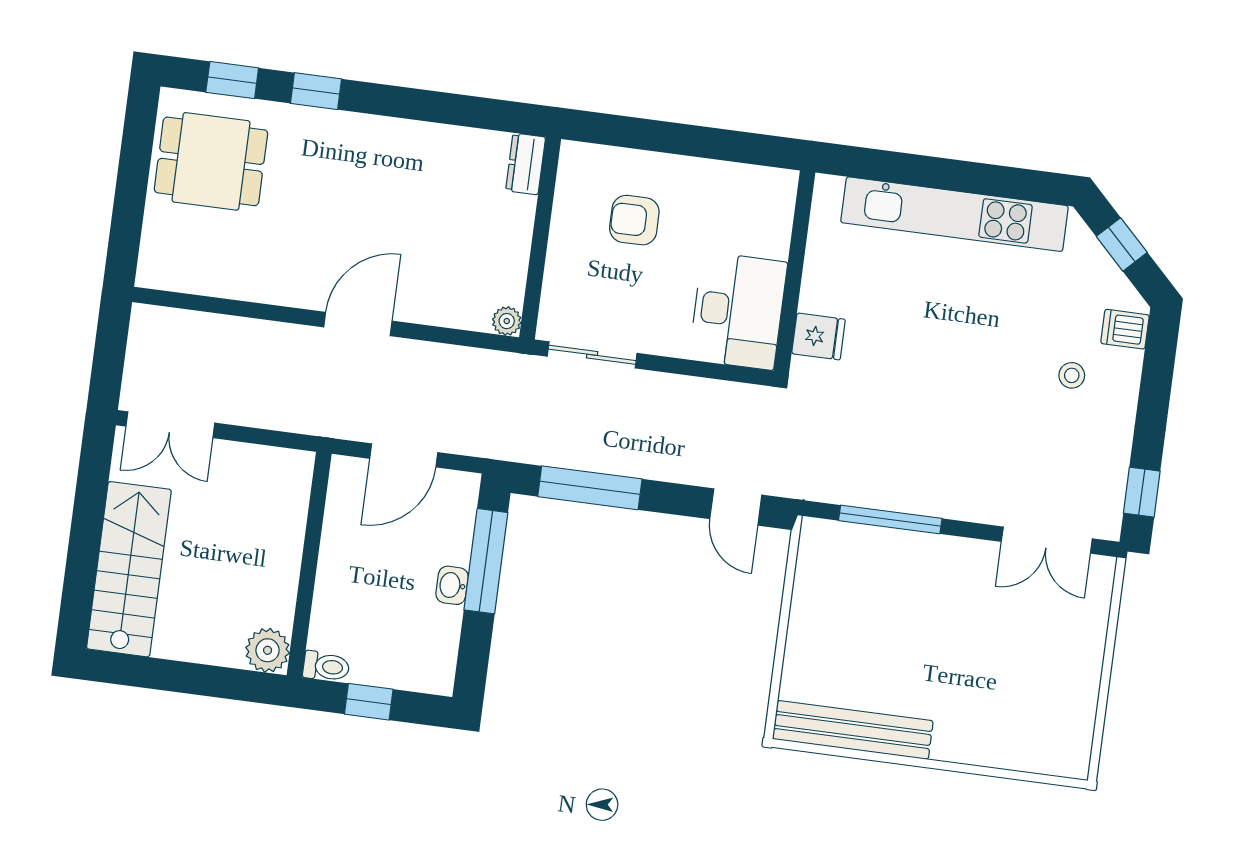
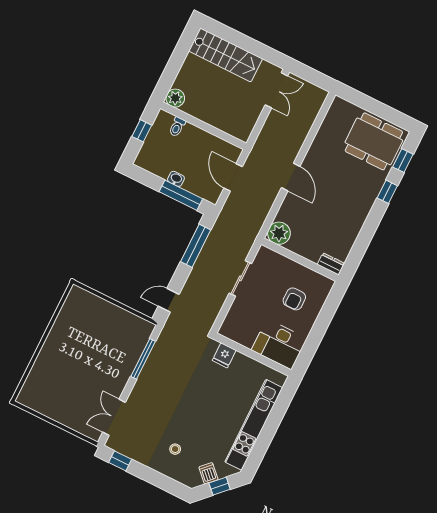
dining table: (211, 161) -> (374, 141), width x1.38
armchair: (634, 220) -> (294, 299), turned 180
desk: (738, 311) -> (279, 344), moved
plant: (507, 321) -> (279, 233), width x1.88, depth x1.88
dishwasher: (1125, 329) -> (208, 473), moved, turned -45
sliding door: (592, 355) -> (240, 278), moved
double door: (170, 425) -> (276, 90), swing flipped
toilet: (326, 666) -> (177, 127), moved
bench: (853, 730) -> (66, 316), removed

